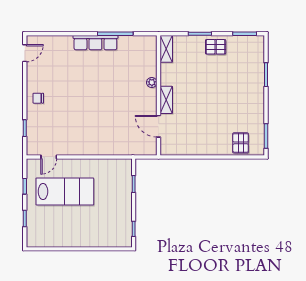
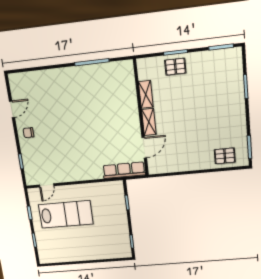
row of seats: (95, 43) -> (124, 170), moved, turned 180
pallet: (216, 47) -> (175, 67), moved
shelving: (166, 49) -> (146, 94), moved
door: (25, 53) -> (12, 109), moved
plant: (152, 82) -> (133, 106), removed
door: (159, 126) -> (144, 148), swing flipped
pallet: (241, 143) -> (225, 156), turned 90

